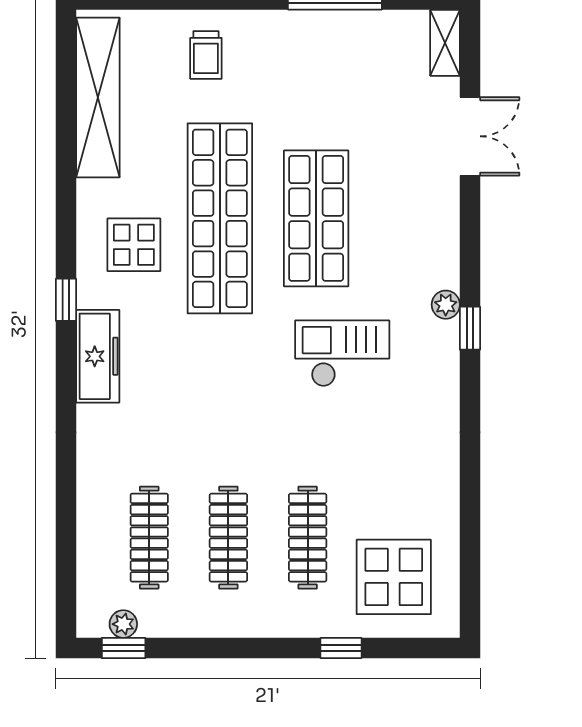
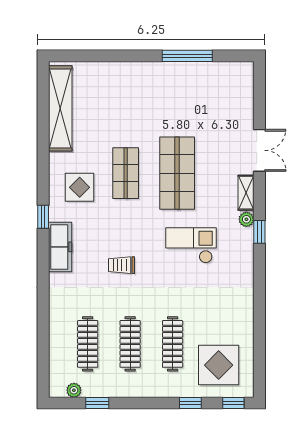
shelving: (445, 43) -> (246, 193), moved
trolley: (206, 55) -> (121, 265), moved, turned 90
double door: (470, 136) -> (259, 150), moved
shop shelf: (220, 218) -> (126, 173), width x0.50, depth x0.74
window: (124, 648) -> (97, 403), moved
window: (421, 648) -> (233, 403), added

